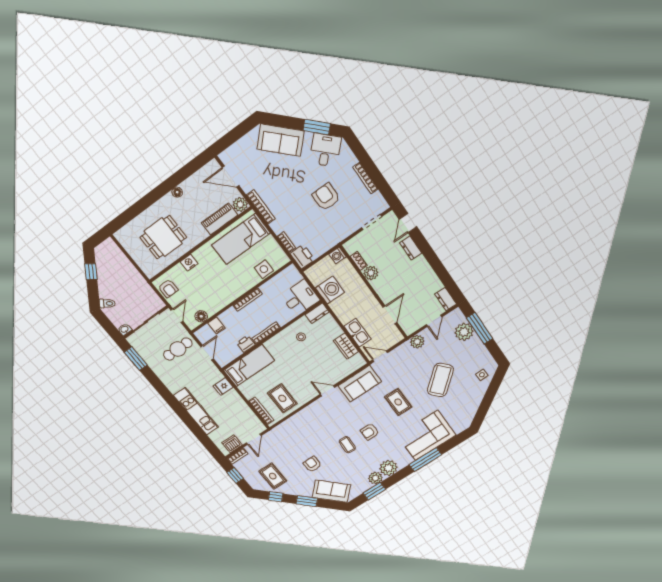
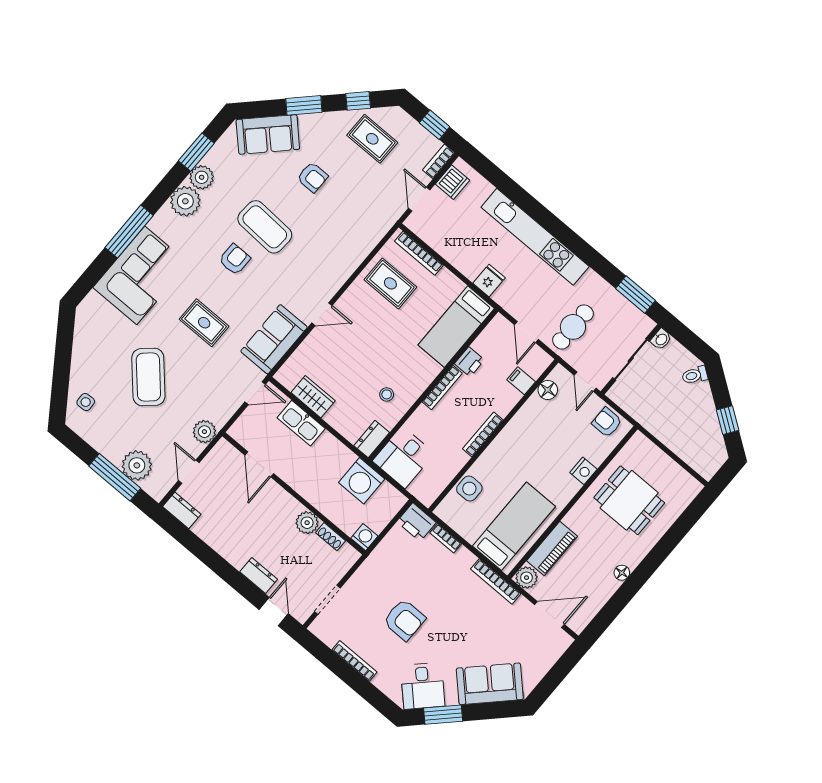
dining table: (163, 237) -> (629, 500), turned 90
kitchen unit: (196, 411) -> (535, 237), width x1.36
coffee table: (347, 445) -> (265, 227), width x1.86, depth x1.72

